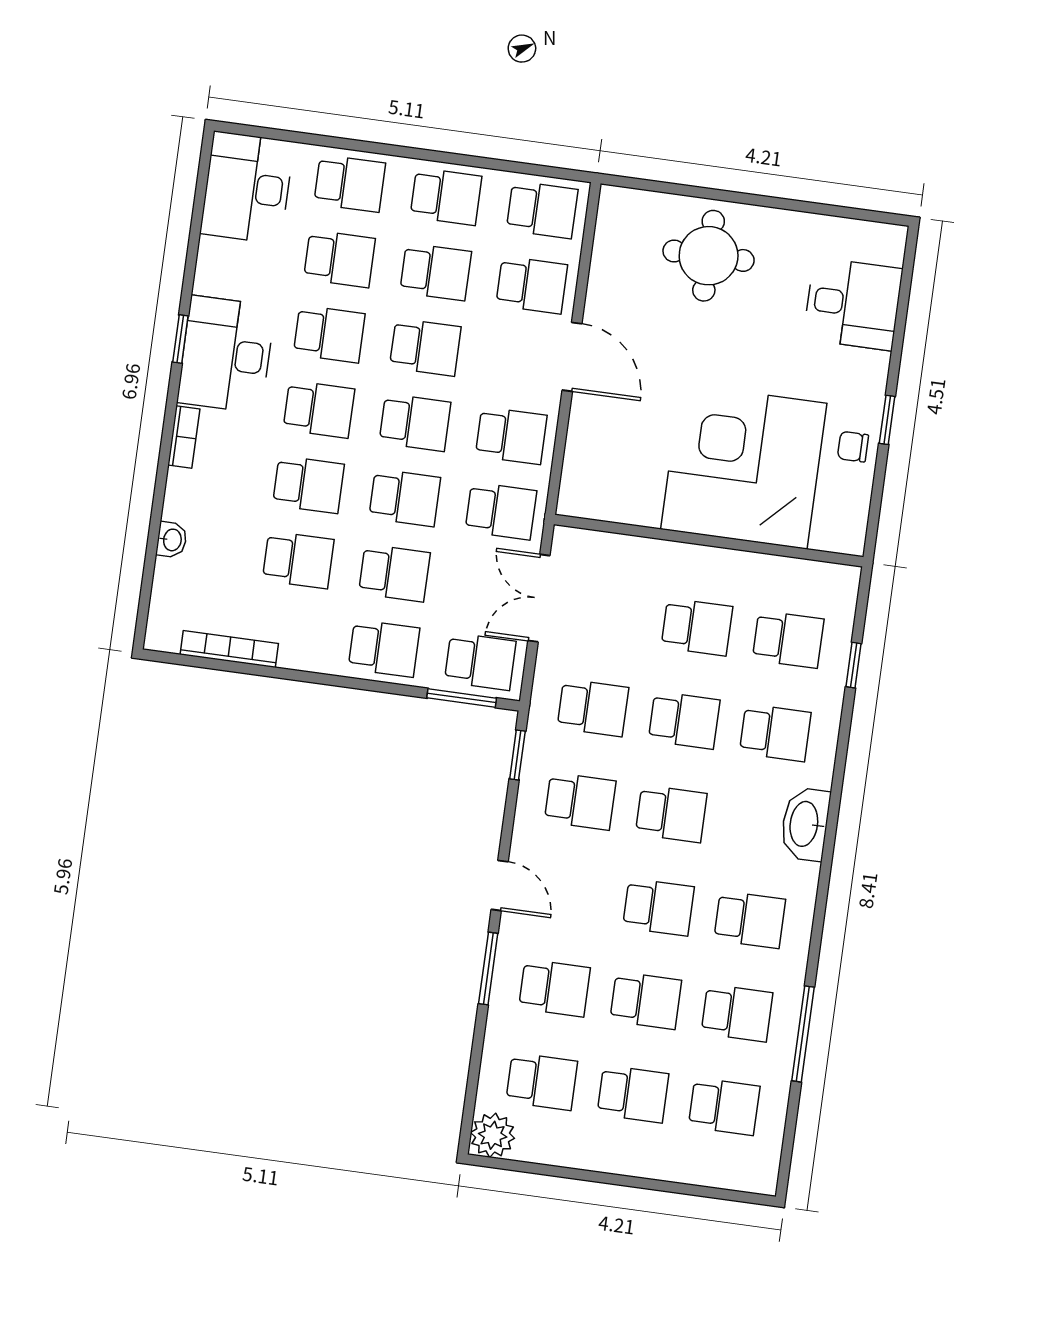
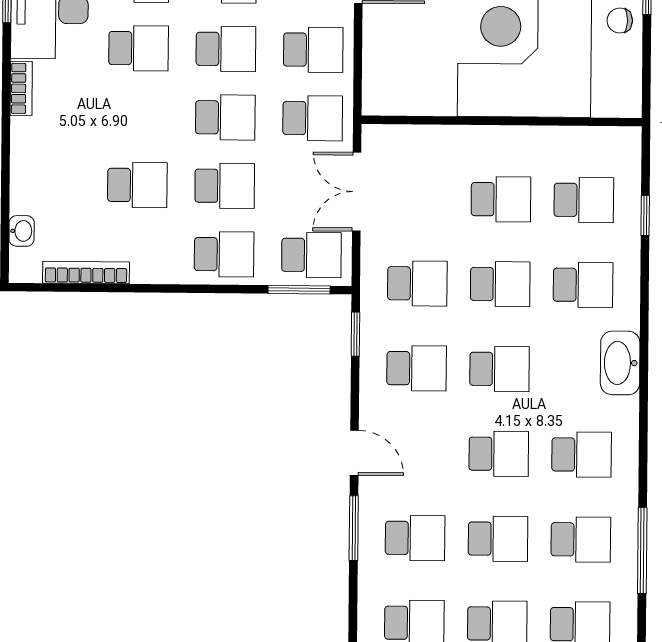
school desk: (309, 485) -> (138, 117), removed
washbasin: (172, 540) -> (22, 231), moved

